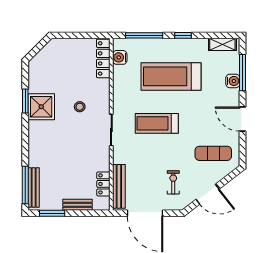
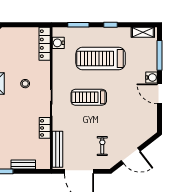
window: (144, 35) -> (78, 25), width x0.69
water cooler: (233, 81) -> (151, 77), moved
exercise mat: (213, 153) -> (135, 122), removed
locker: (103, 184) -> (45, 128), moved

